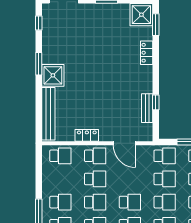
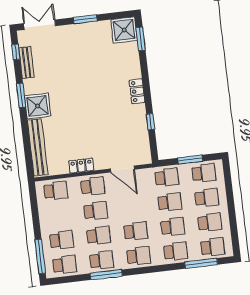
locker: (147, 53) -> (137, 91), moved
bench: (147, 108) -> (26, 63), moved

